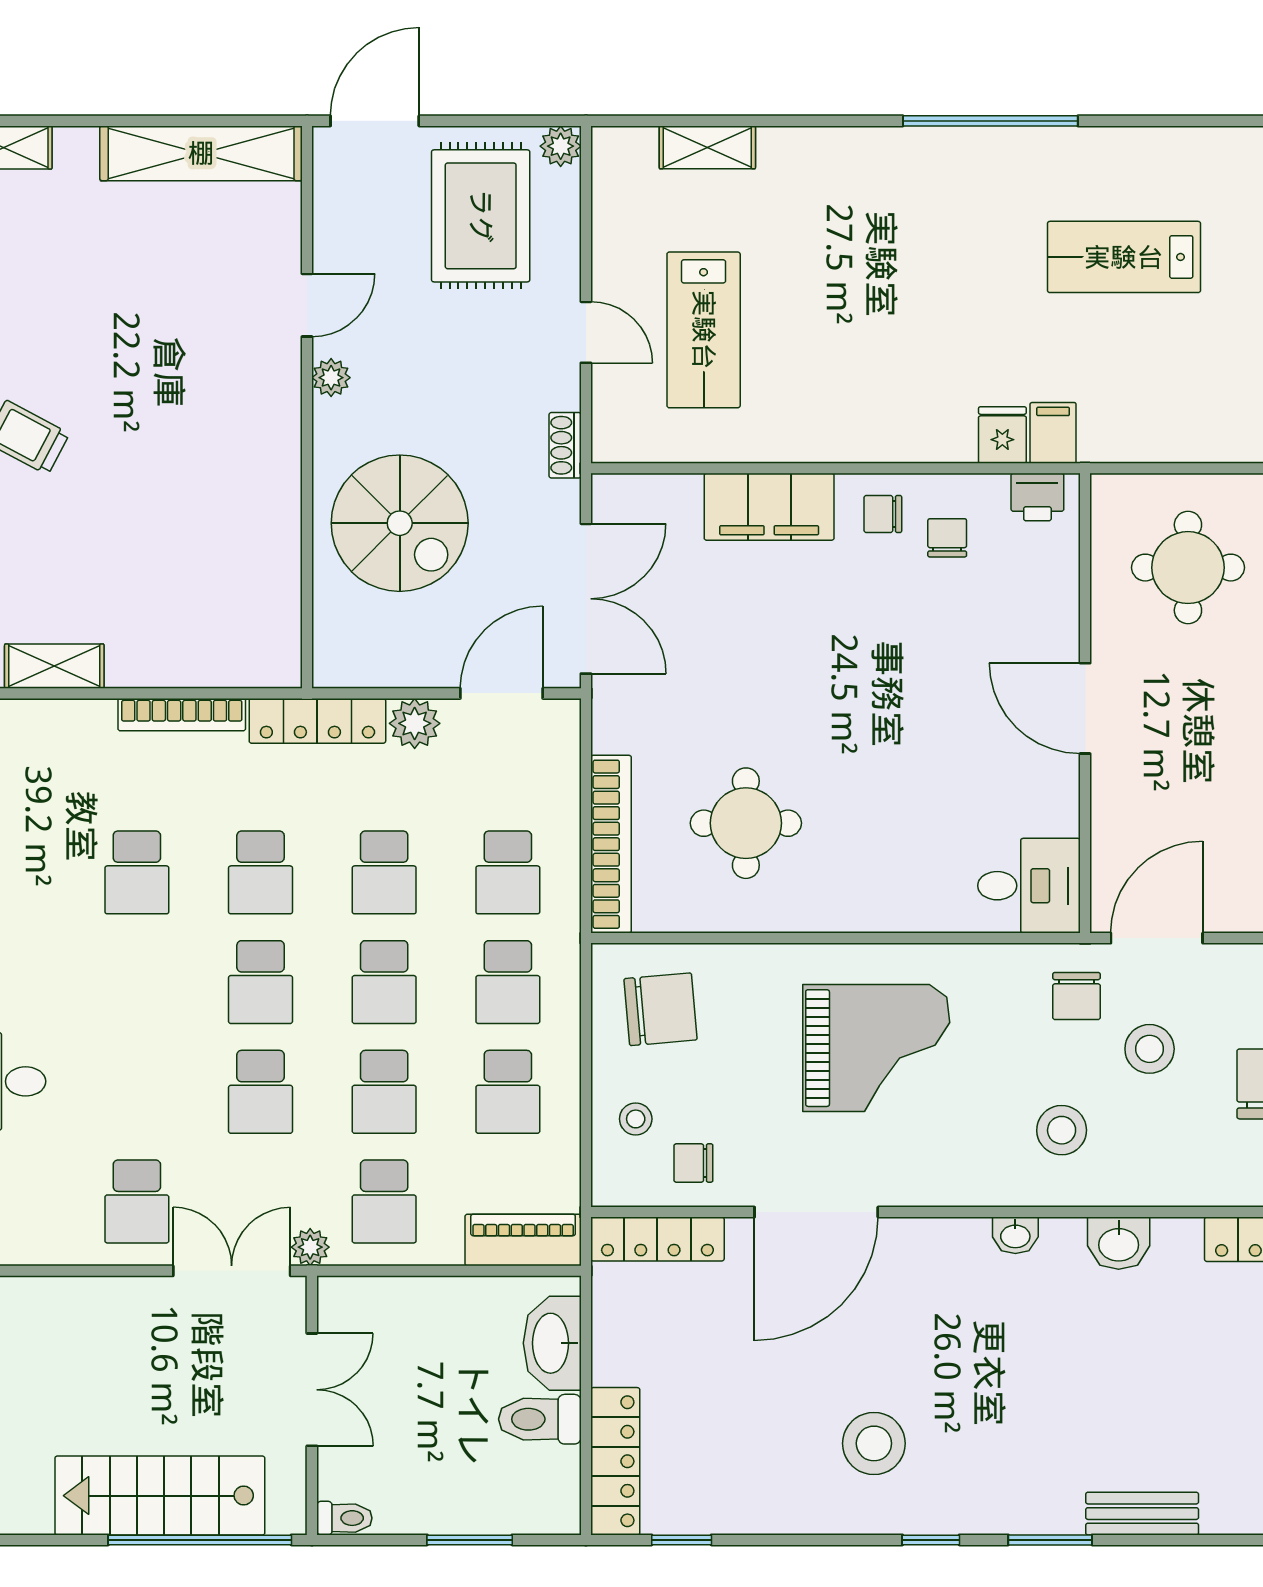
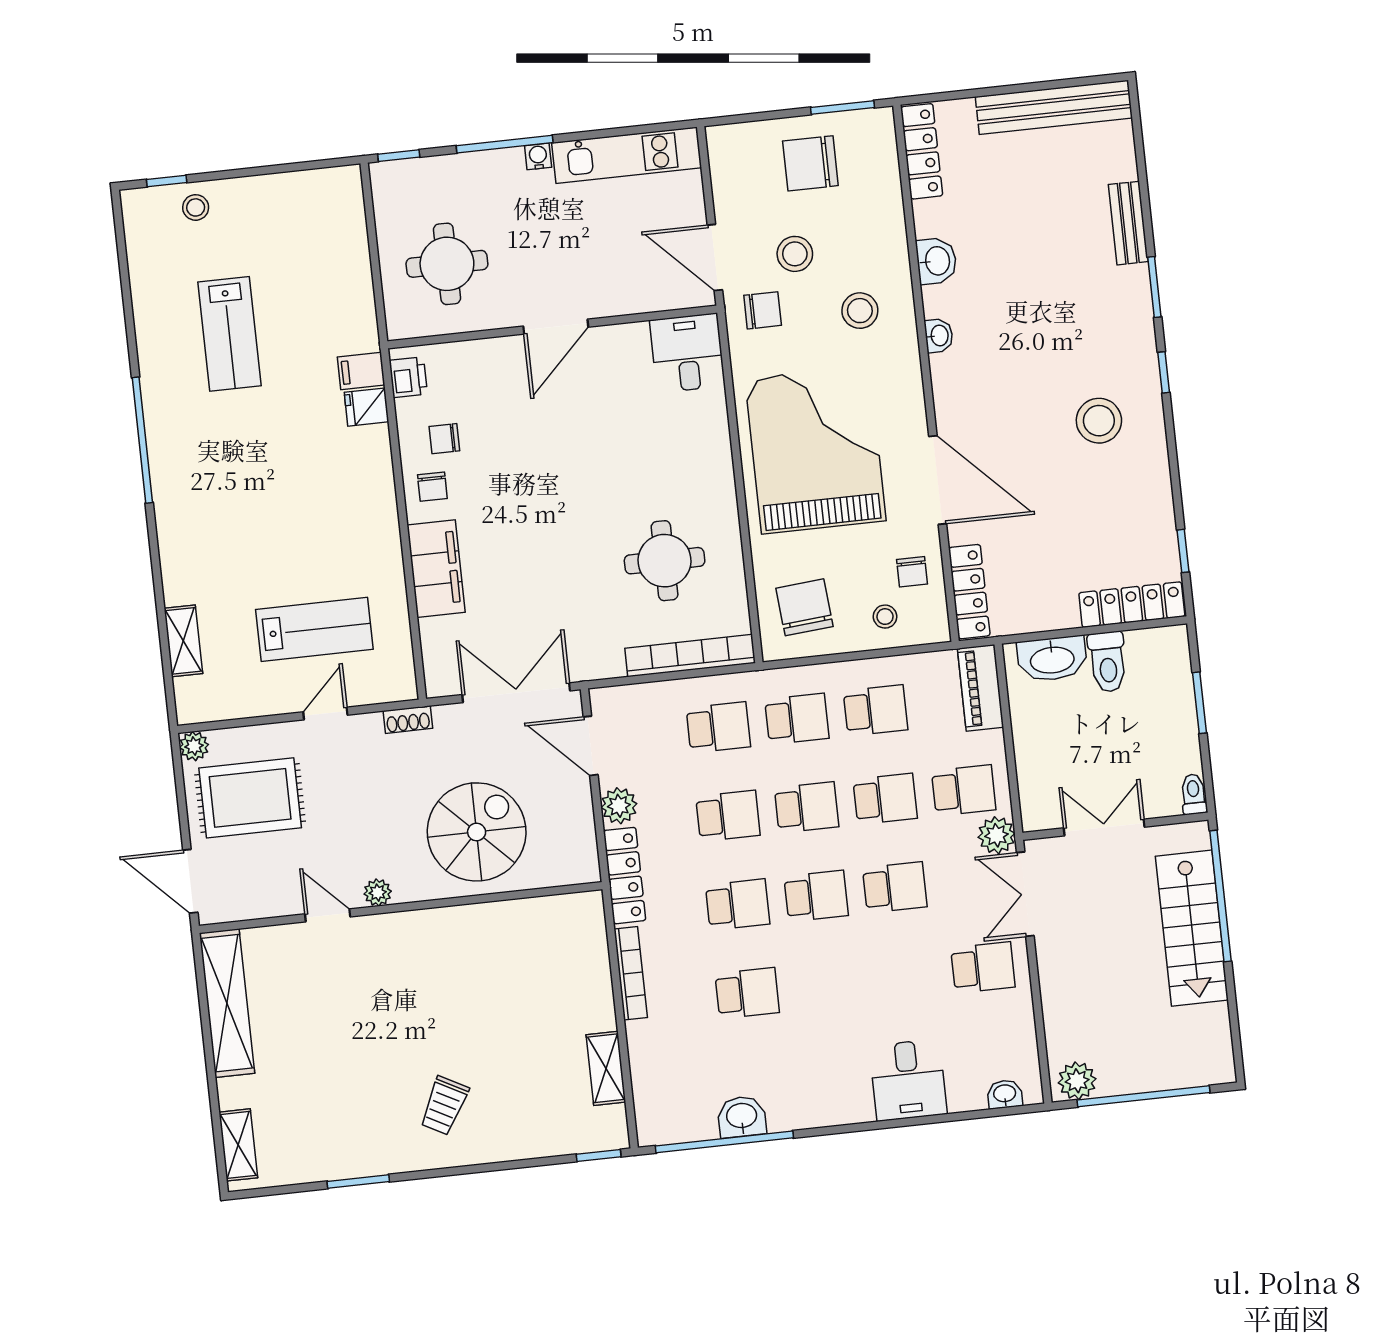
grand piano: (876, 1048) -> (815, 450), width x1.37, depth x1.48
plant: (310, 1247) -> (997, 835), width x1.38, depth x1.38

